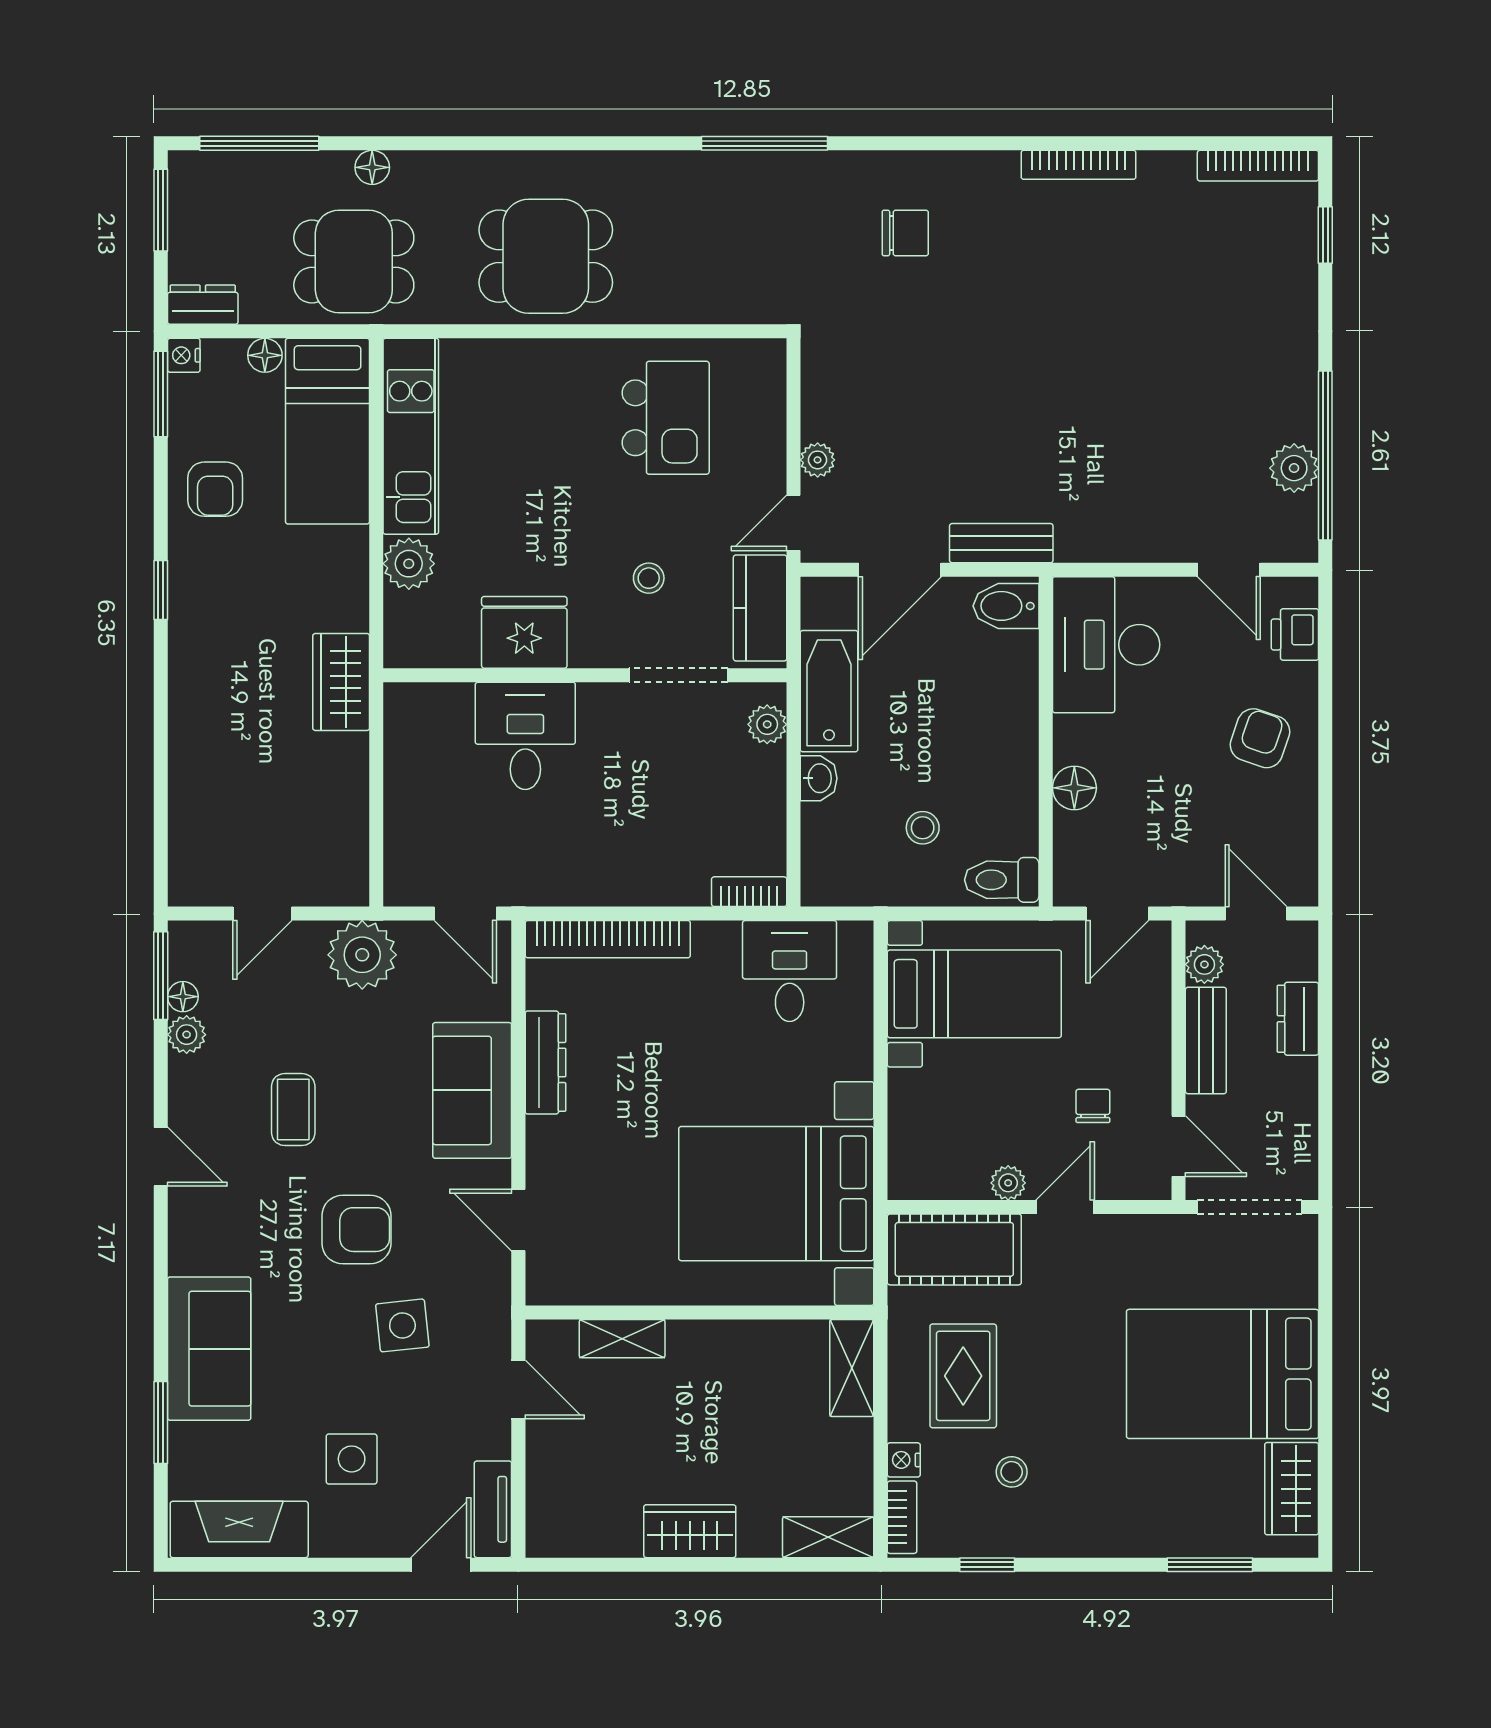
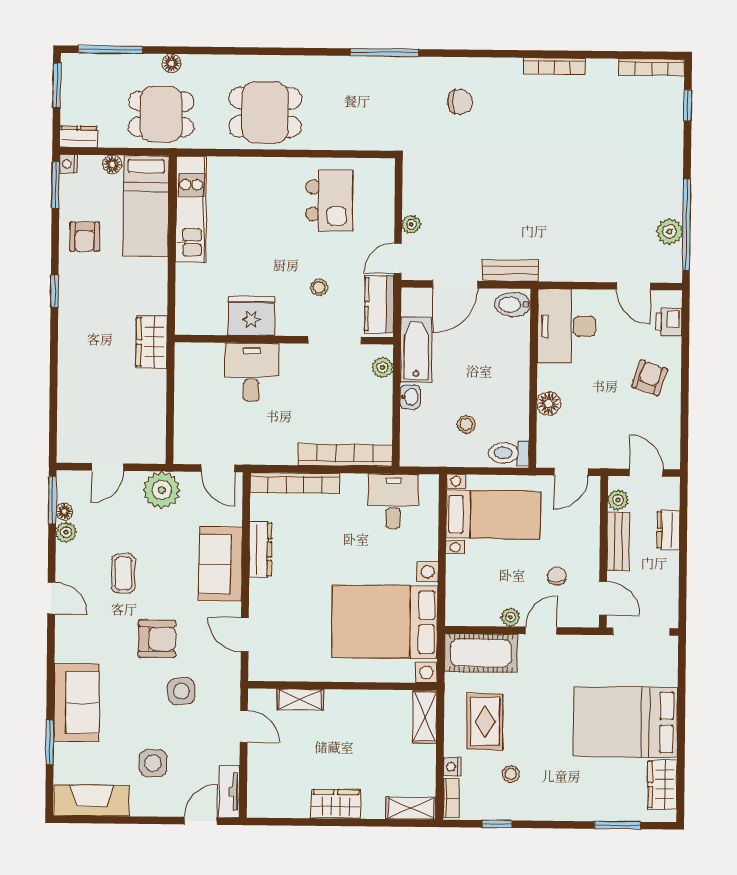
plant: (409, 564) -> (189, 278), removed
bookcase: (749, 892) -> (345, 455), width x2.31, depth x1.31

